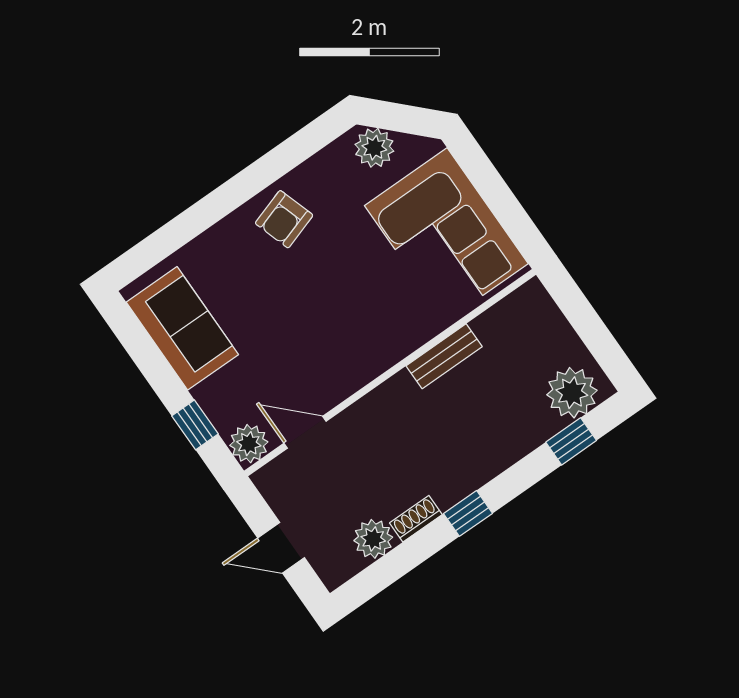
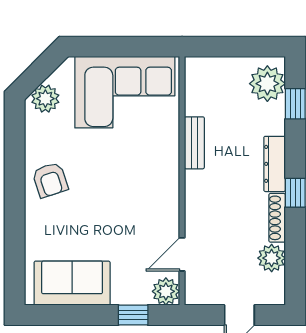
dresser: (485, 466) -> (275, 164), added
shoe rack: (416, 519) -> (277, 218), width x1.43

